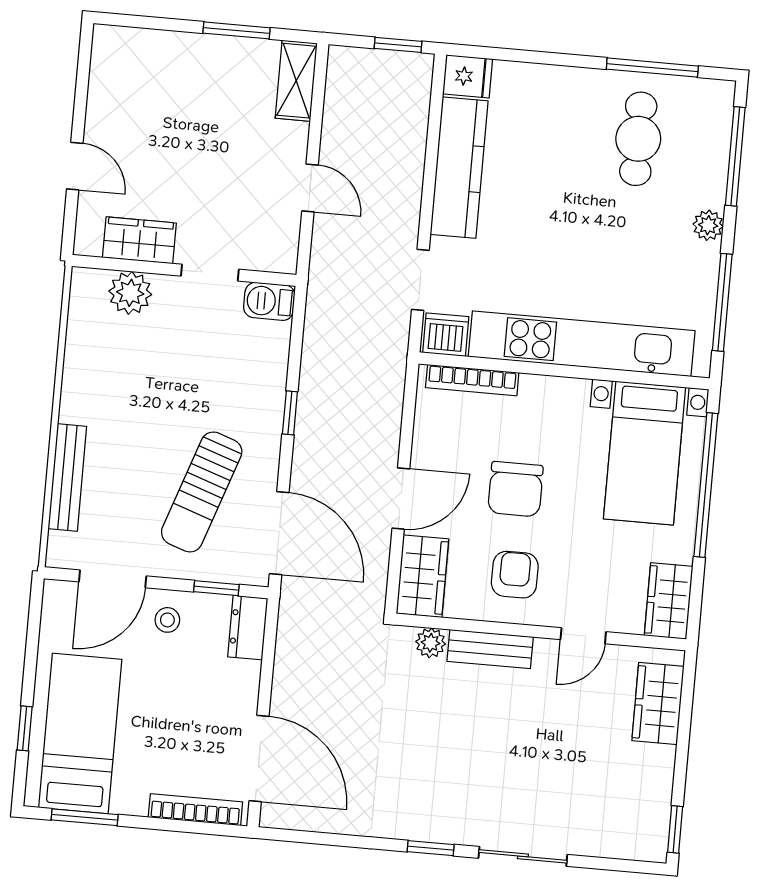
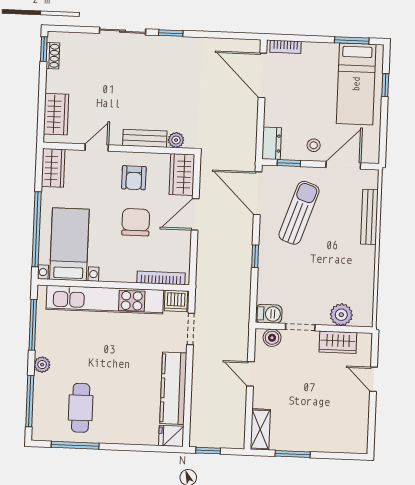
boiler: (265, 255) -> (272, 338), added
bookcase: (195, 810) -> (286, 47), width x0.64
shoe rack: (659, 816) -> (53, 56), added

